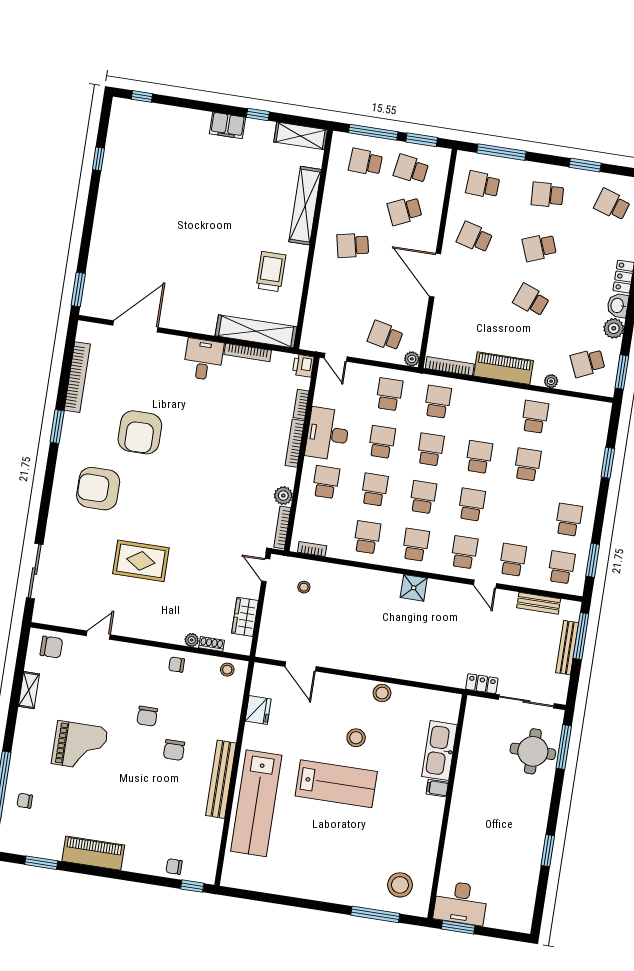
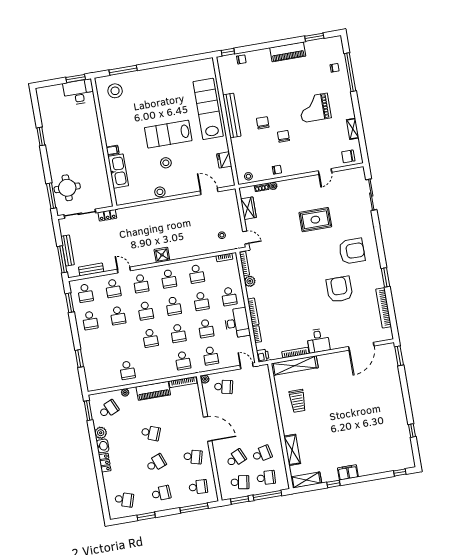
shelving: (305, 206) -> (292, 450), width x0.68
school desk: (353, 245) -> (262, 454), moved
school desk: (528, 464) -> (118, 316), moved

